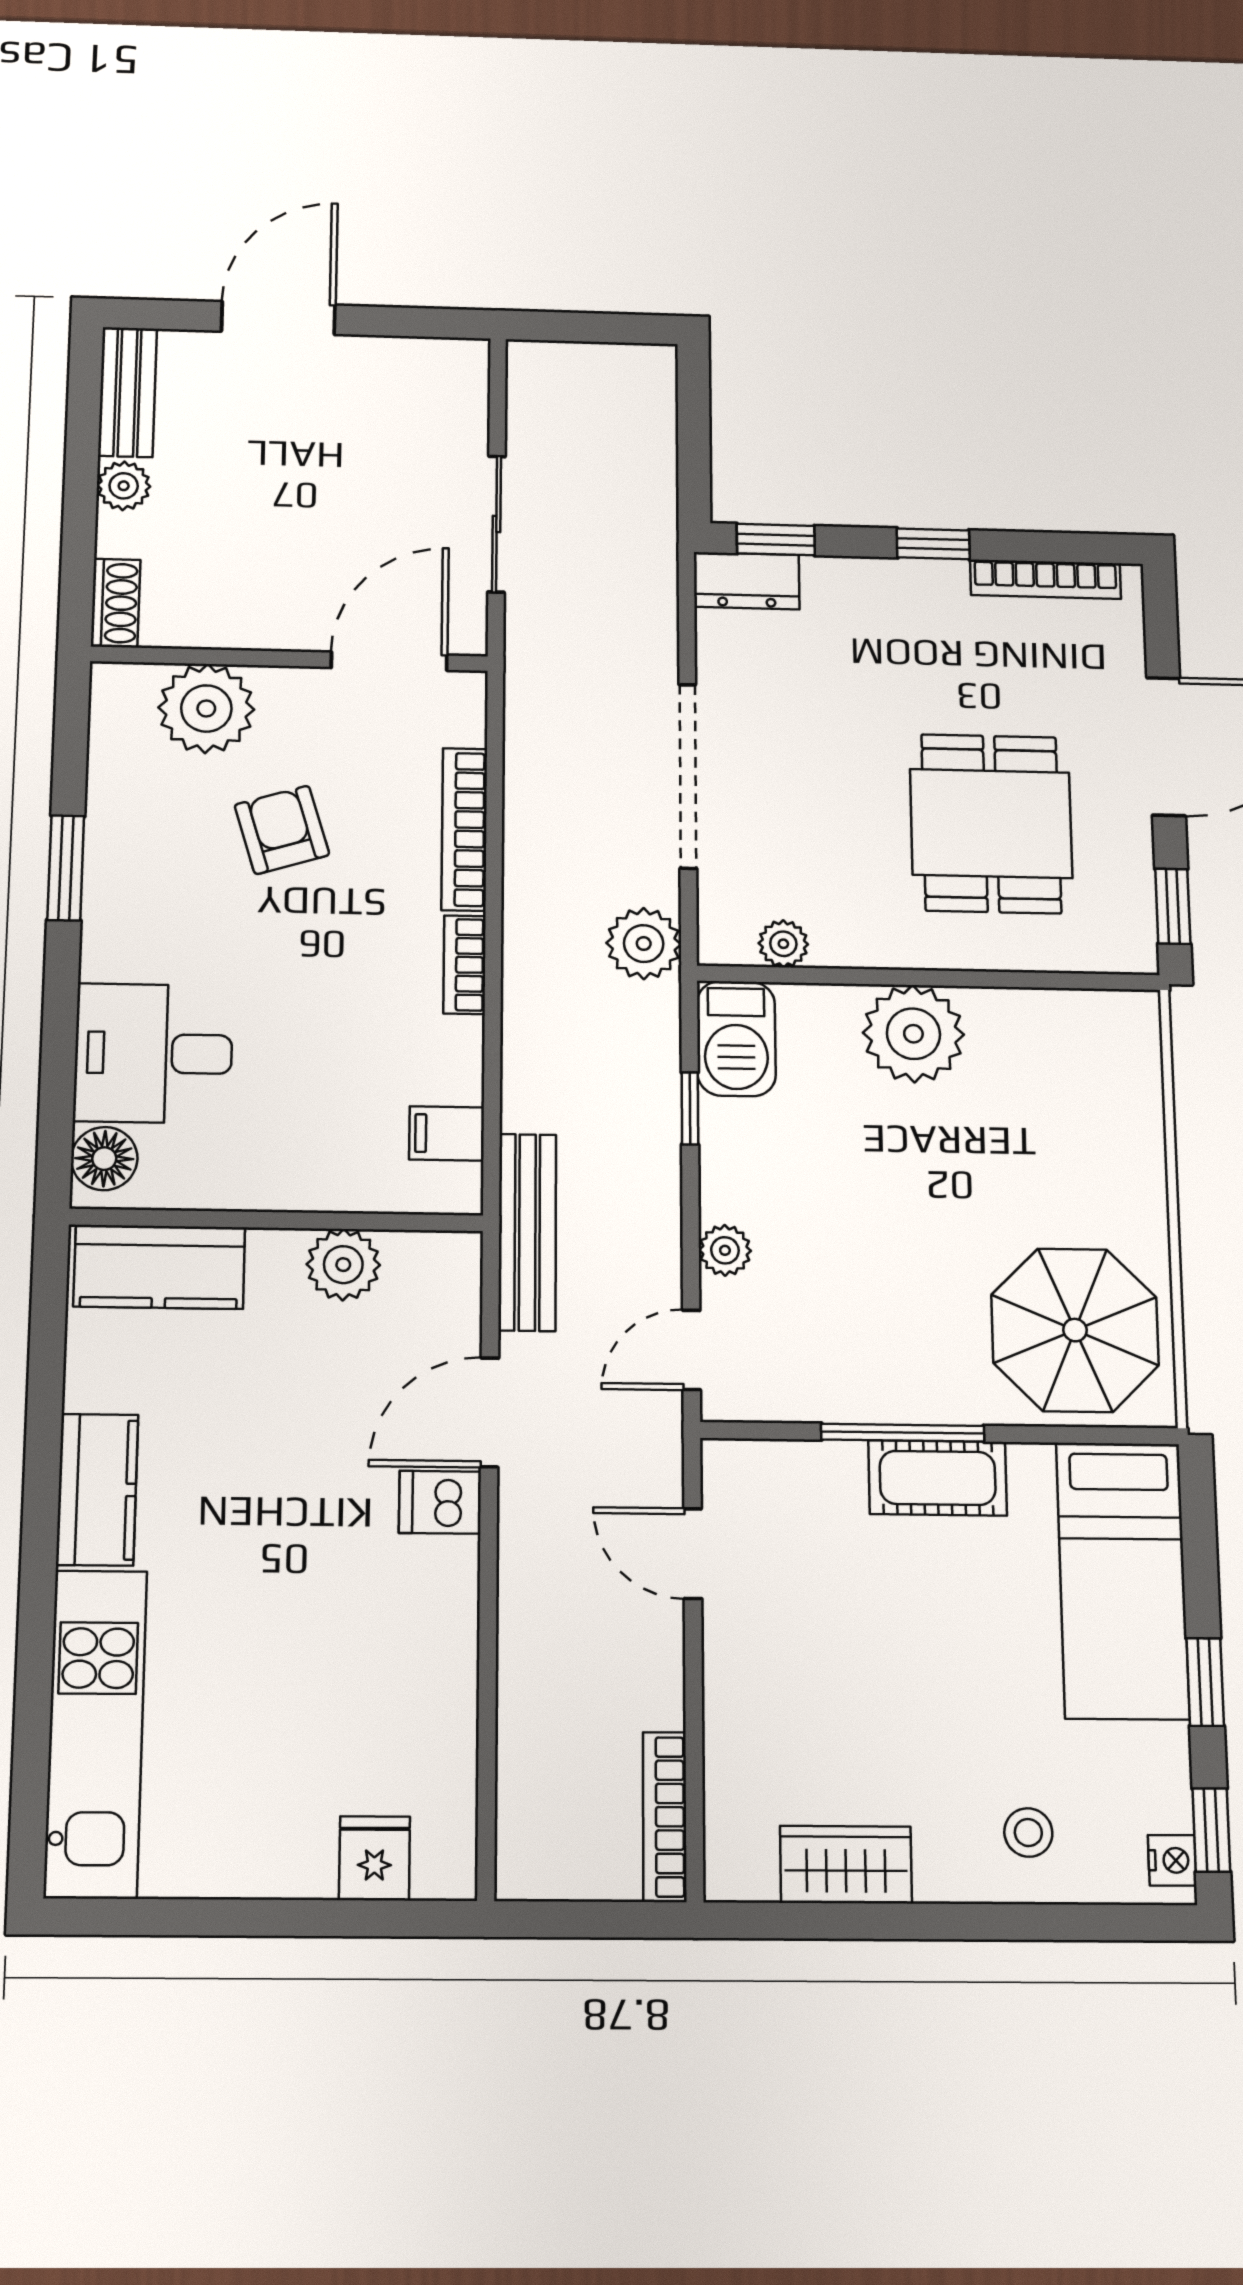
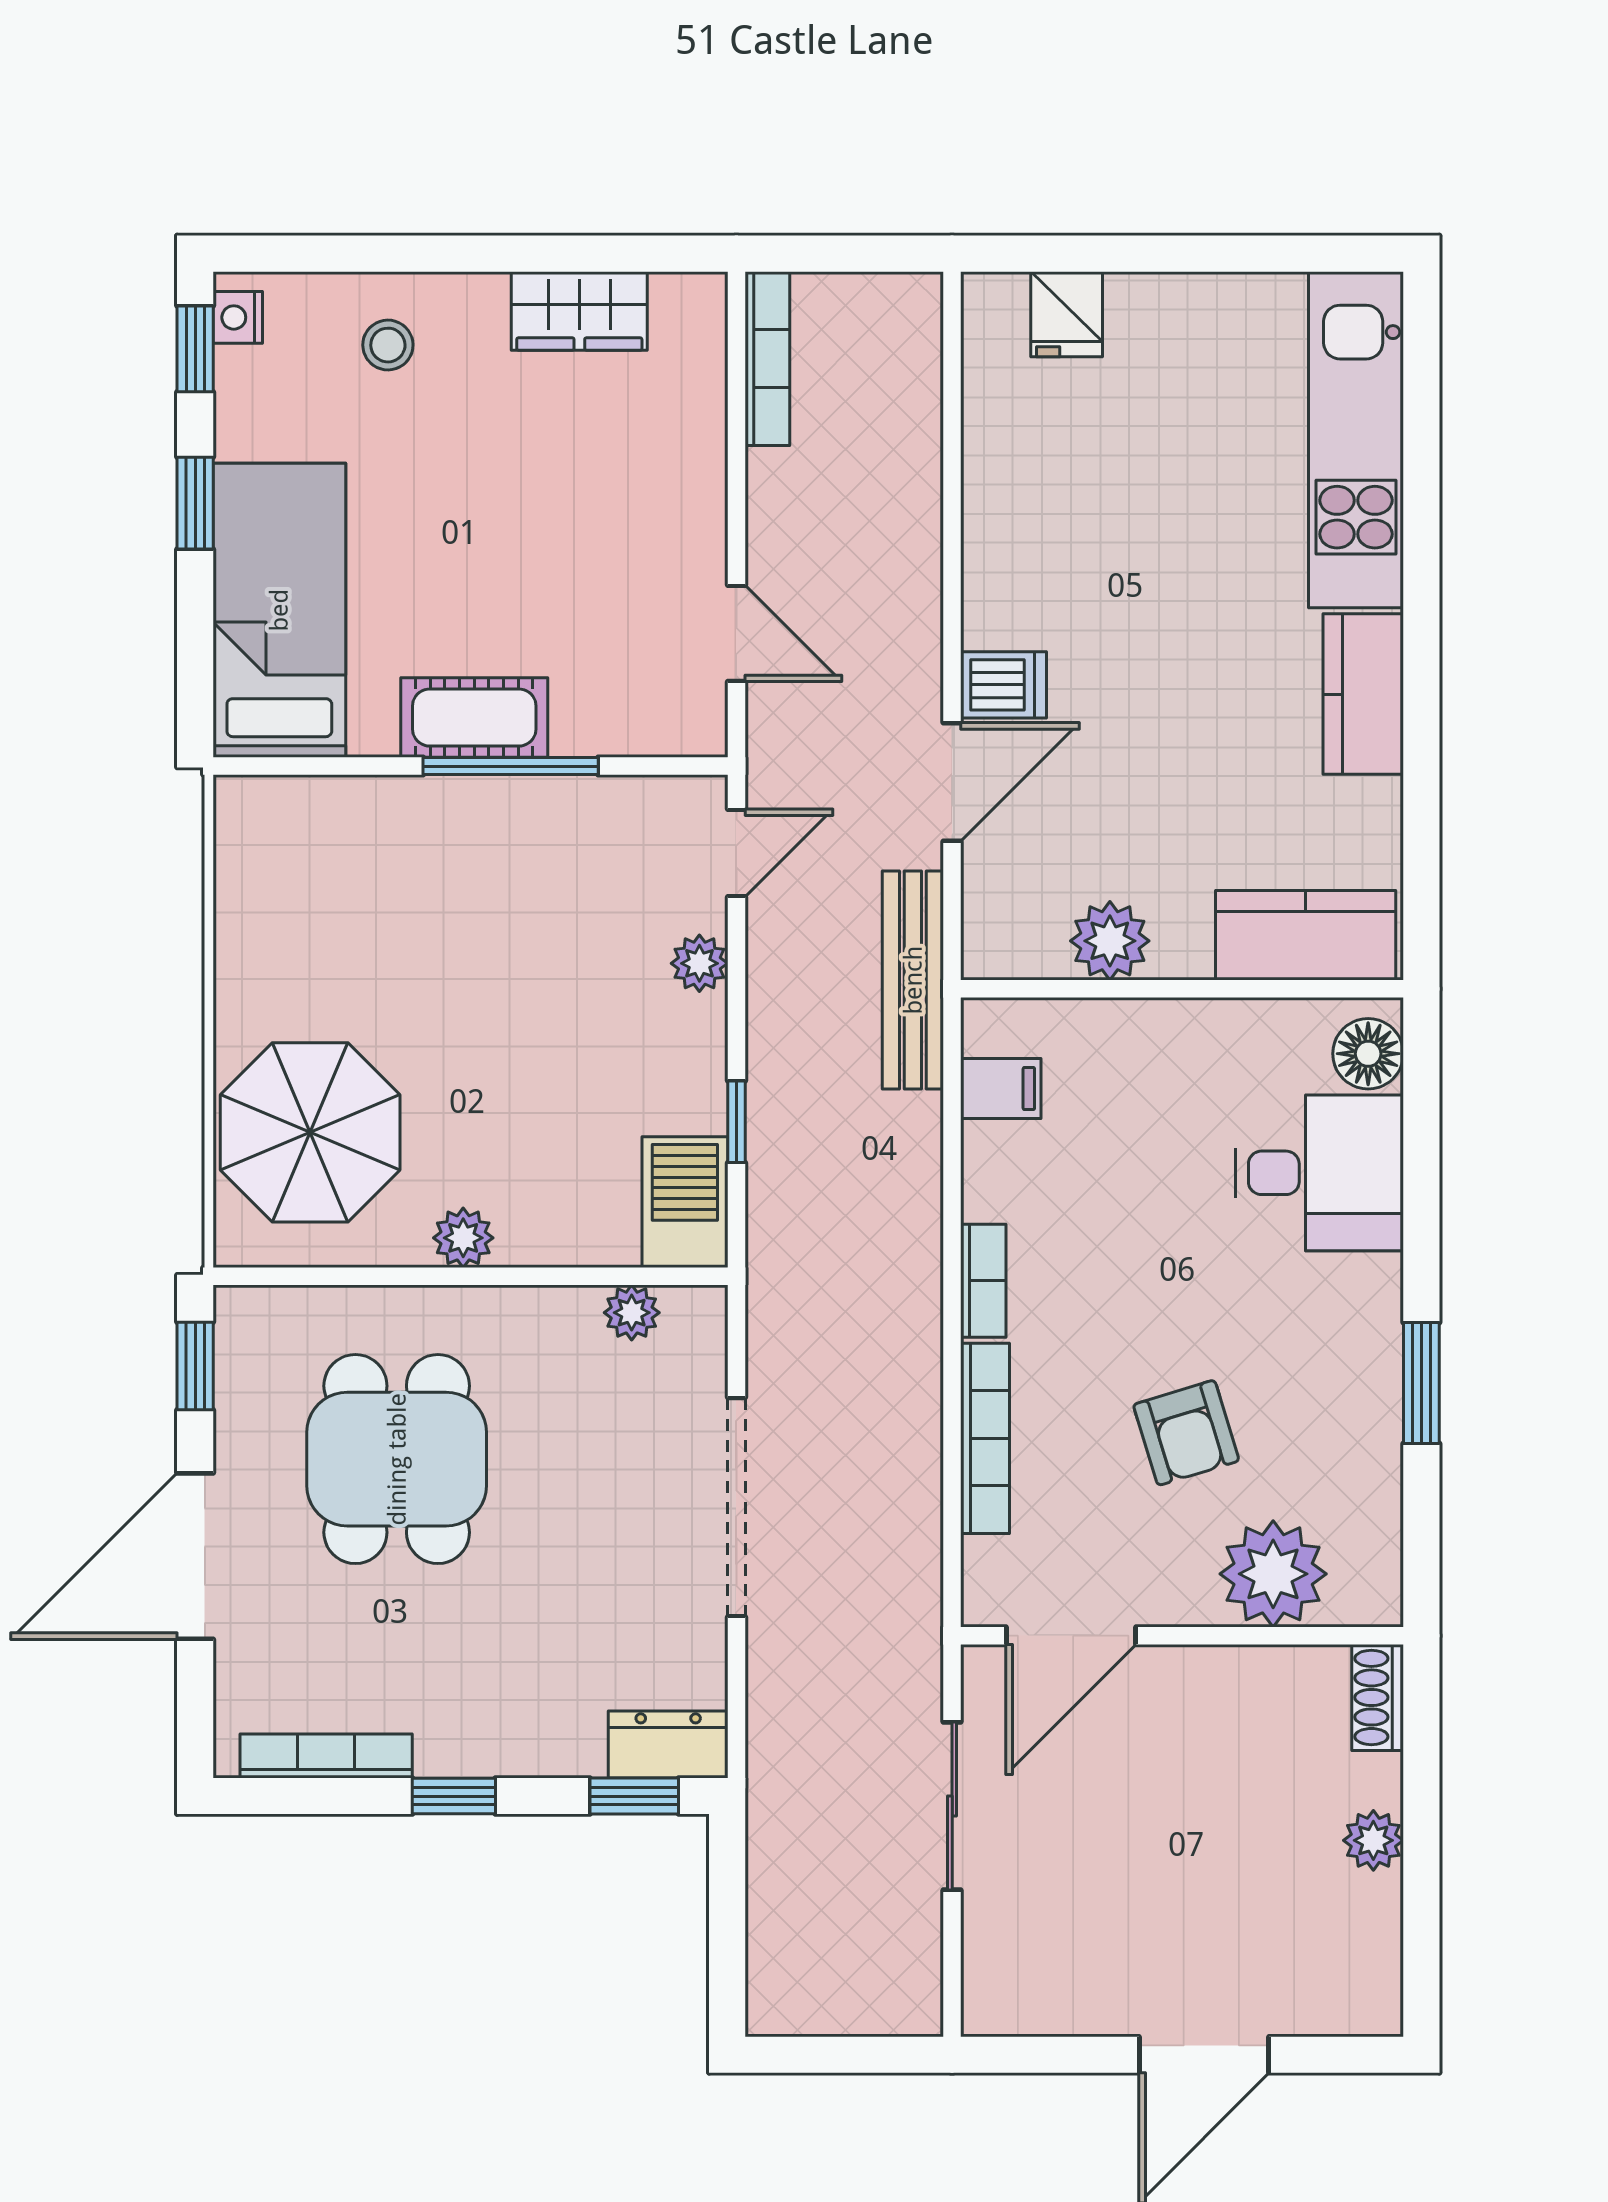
bench: (128, 392) -> (1373, 1956), removed
plant: (644, 944) -> (786, 1309), removed
plant: (913, 1034) -> (463, 1238), width x0.53, depth x0.53
parasol: (1075, 1330) -> (310, 1132), moved

